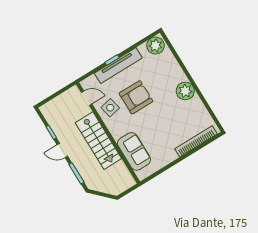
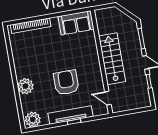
plant: (185, 91) -> (25, 86), moved
armchair: (136, 97) -> (66, 83), turned 90
side table: (110, 108) -> (91, 82), removed
sofa: (134, 151) -> (76, 23), moved, turned -90

